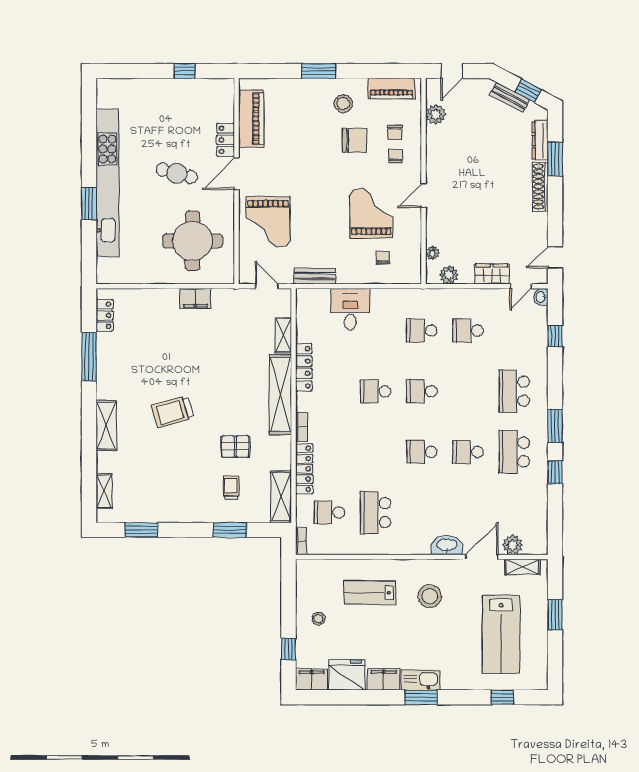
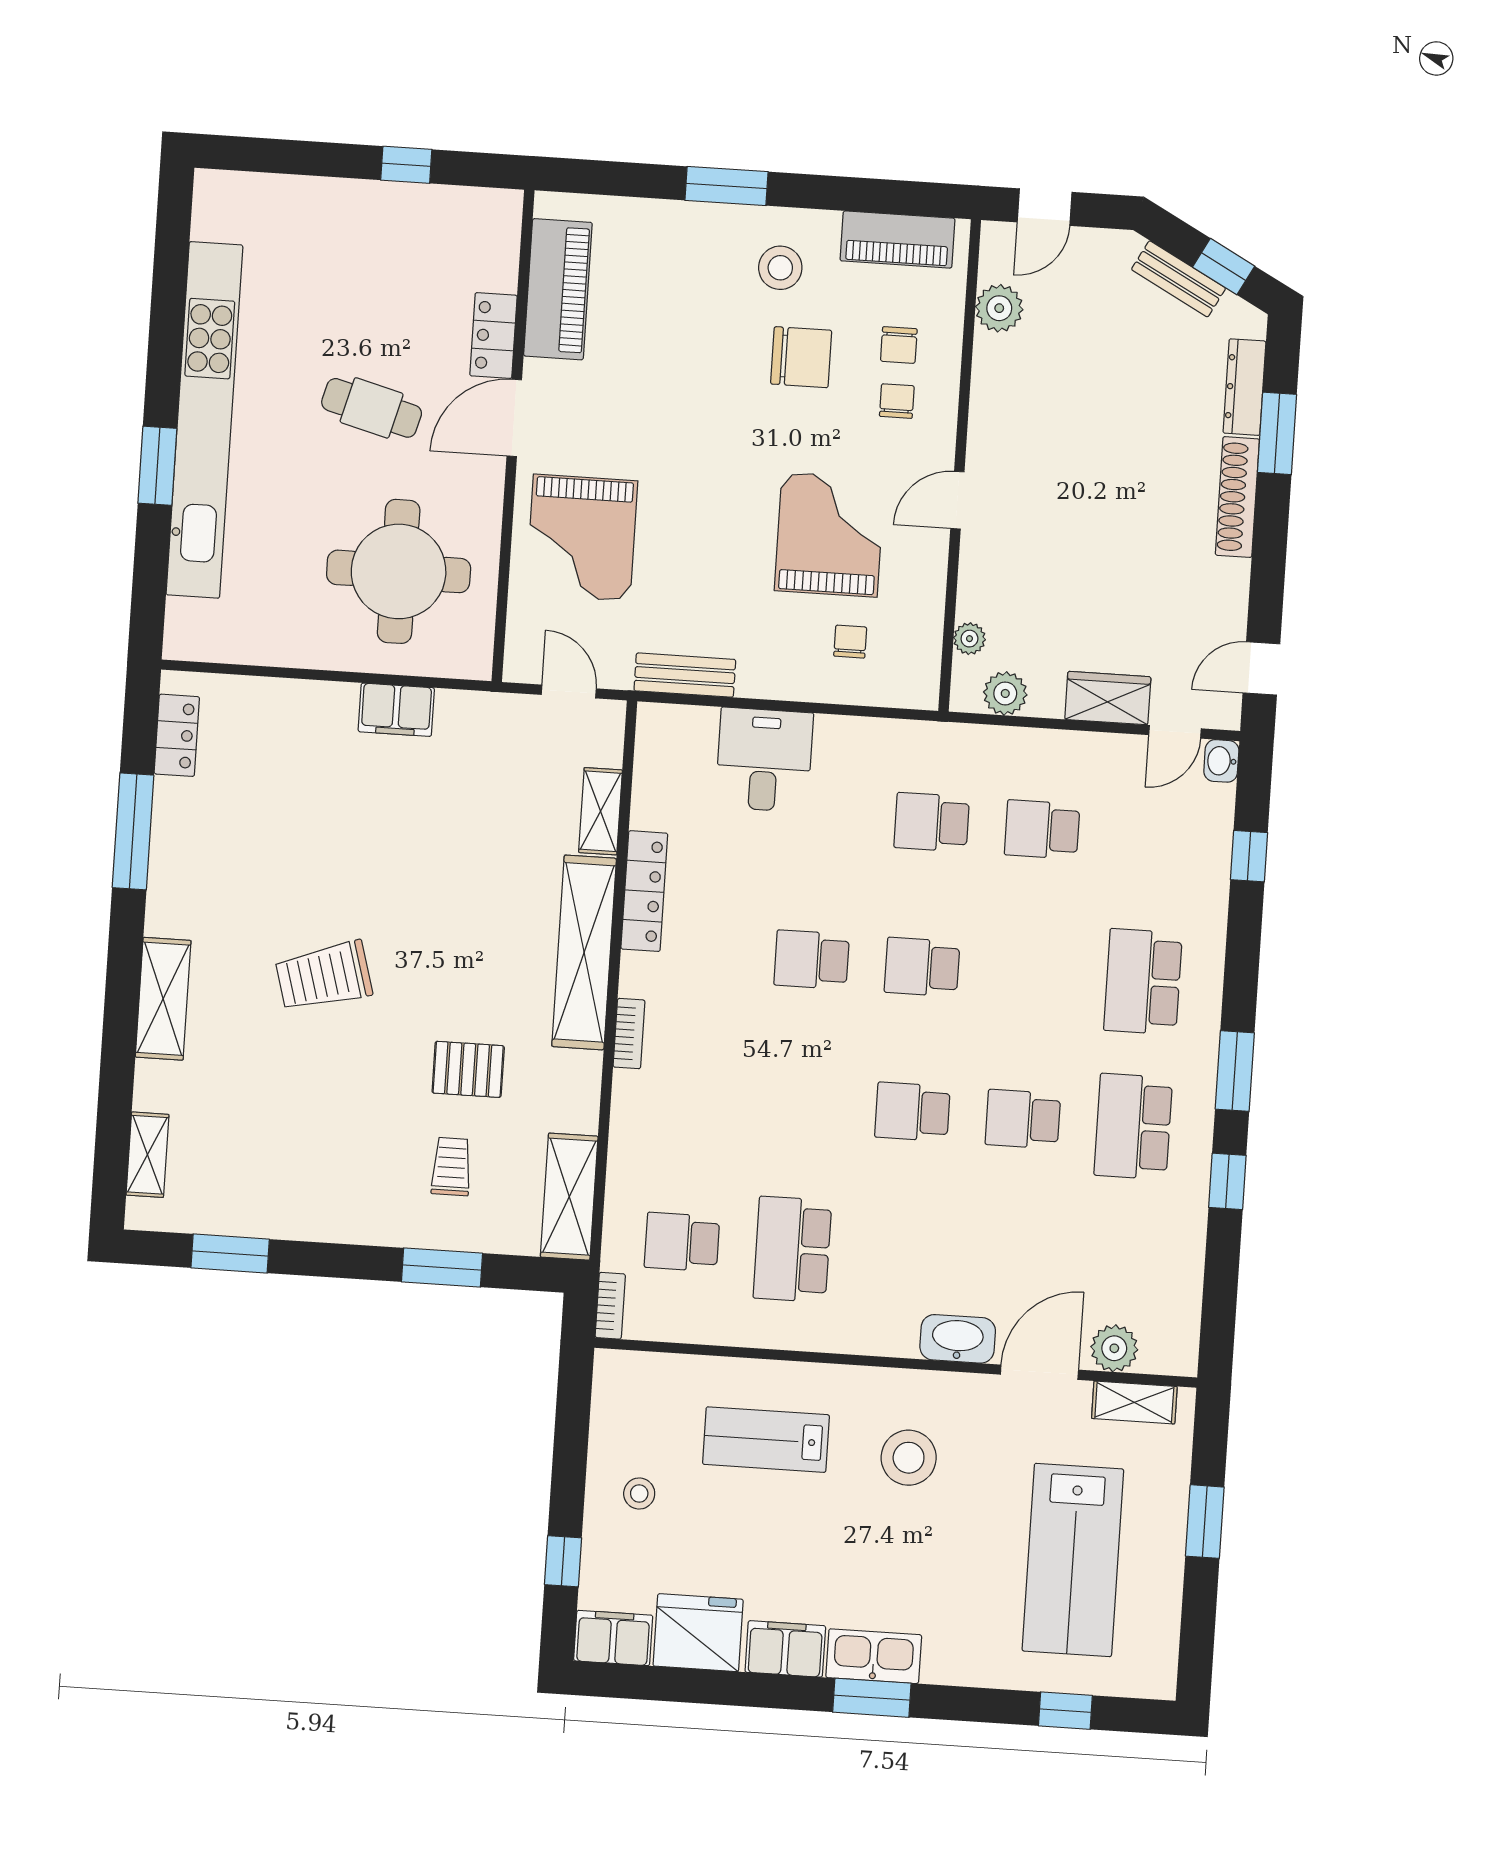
locker: (304, 469) -> (629, 1134), removed

